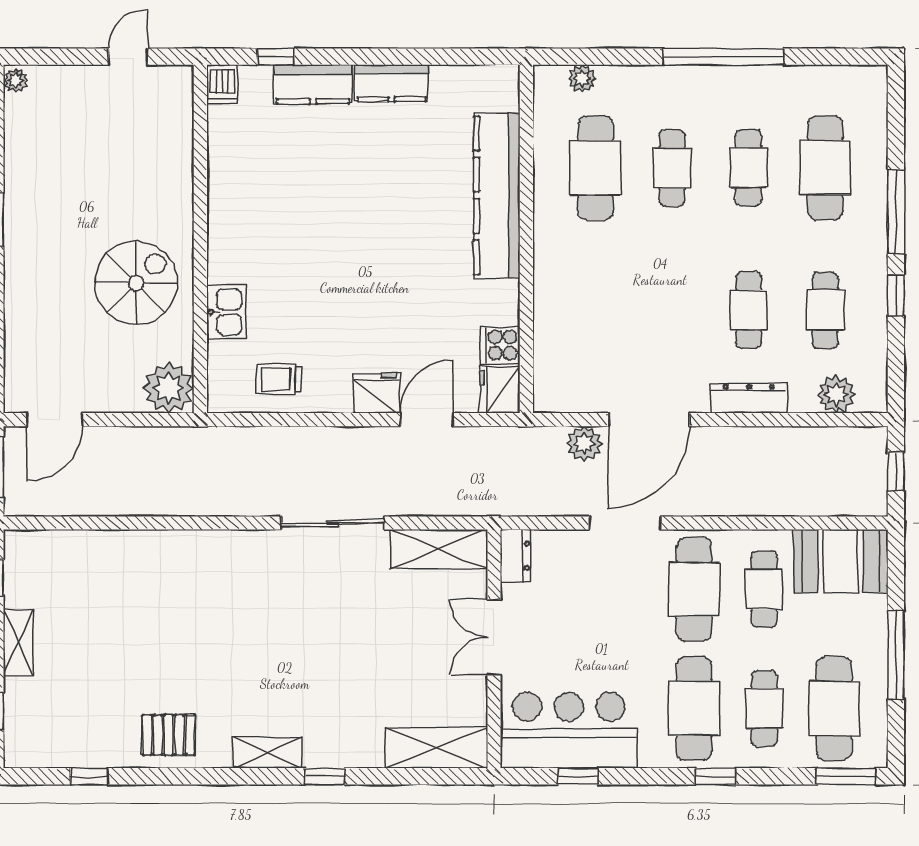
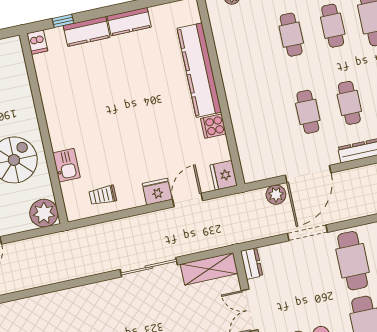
cafe table: (595, 168) -> (308, 112), moved, width x0.73, depth x0.74
cooker: (500, 345) -> (213, 126), moved

